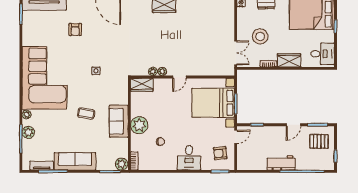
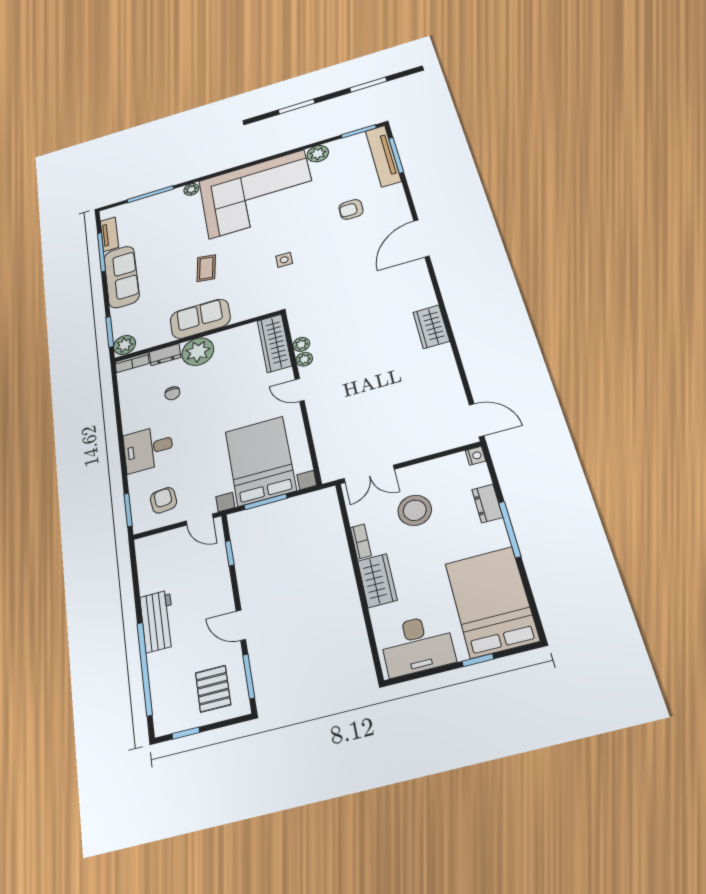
desk: (323, 54) -> (417, 645), width x1.37
wardrobe: (142, 85) -> (274, 343), width x1.50
plant: (28, 132) -> (318, 154), moved
dresser: (135, 143) -> (165, 355), added

